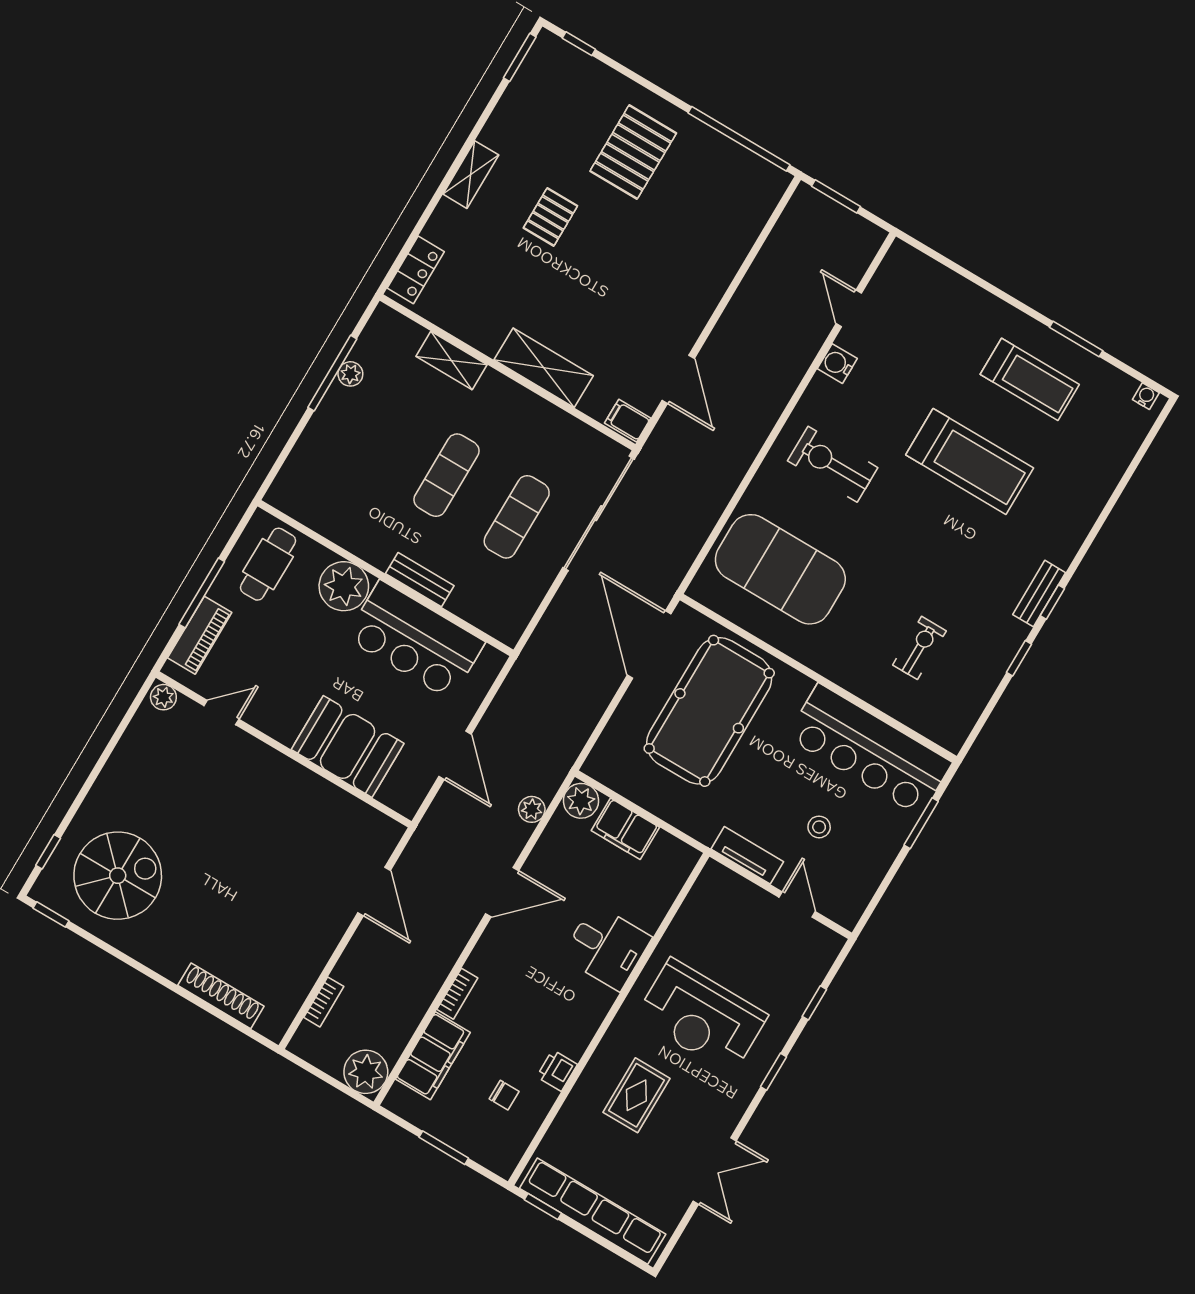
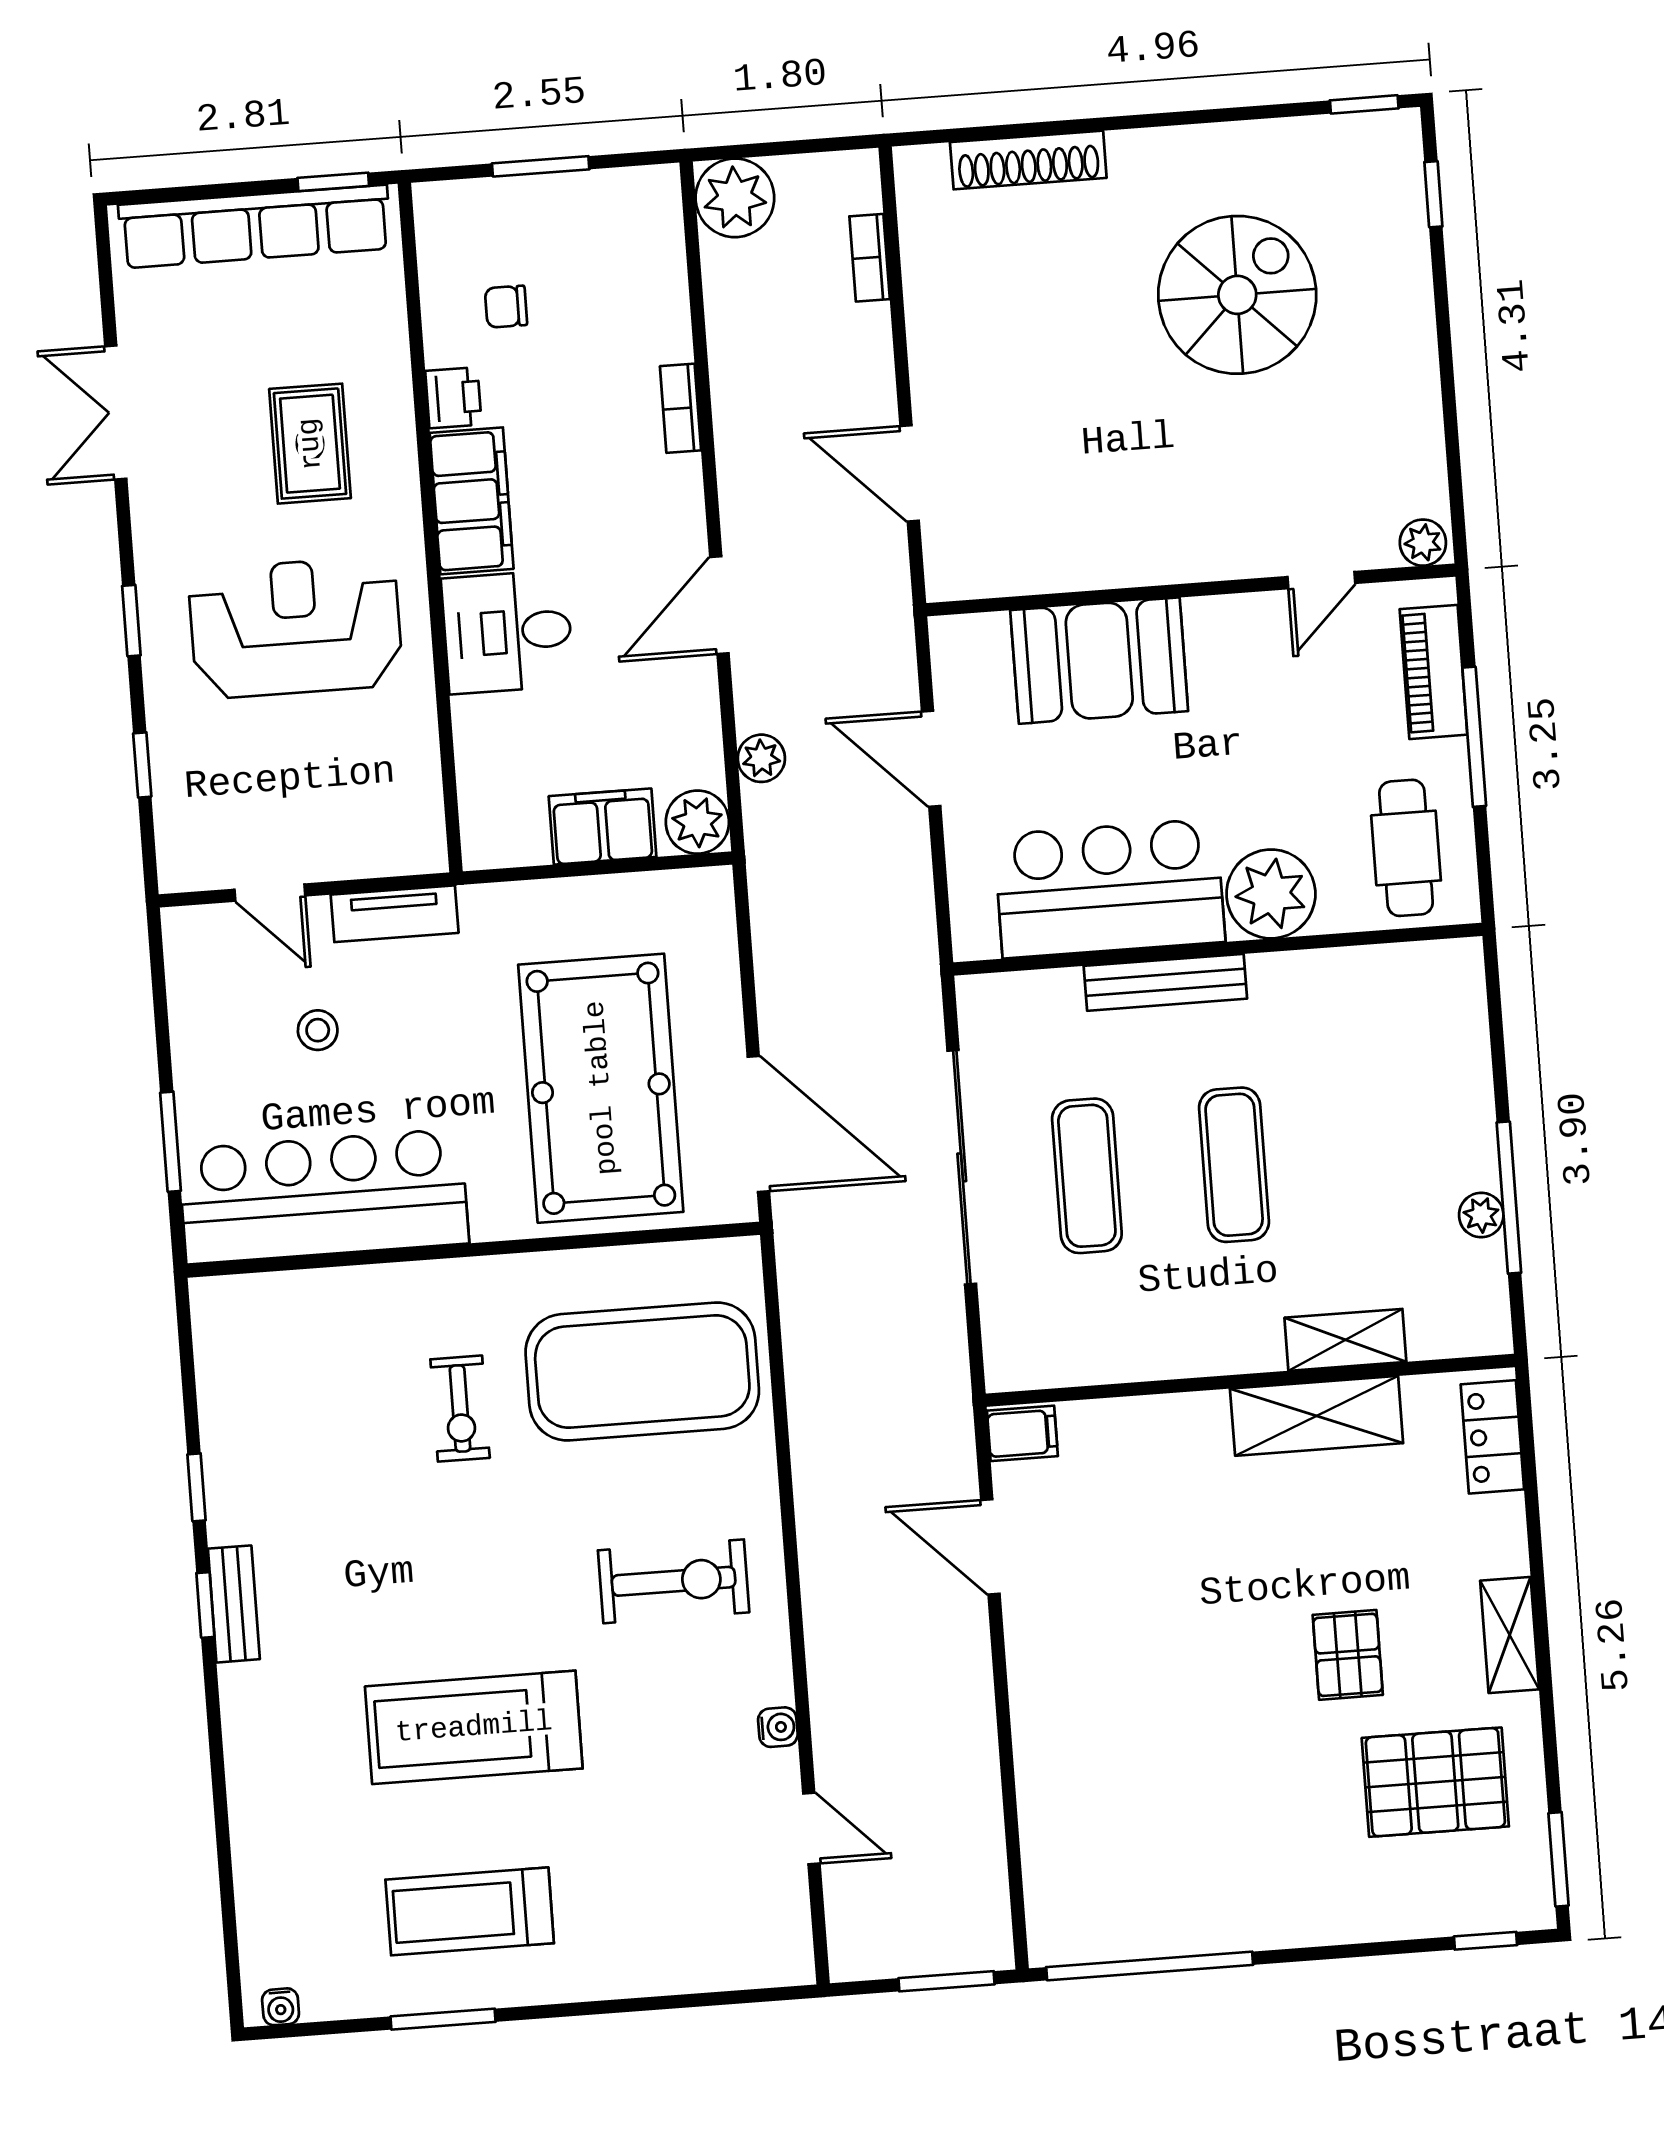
pallet: (633, 152) -> (1435, 1782), moved, turned 90
water cooler: (837, 364) -> (778, 1727), width x0.72, depth x0.72
shelving: (544, 368) -> (1317, 1416), moved
sliding door: (599, 513) -> (962, 1167), moved
bench: (420, 580) -> (1165, 982), width x1.36
exercise bike: (919, 648) -> (460, 1409), moved
spiral stairs: (118, 876) -> (1237, 295), moved, turned 180
filing cabinet: (433, 1056) -> (472, 501), moved, turned 180

